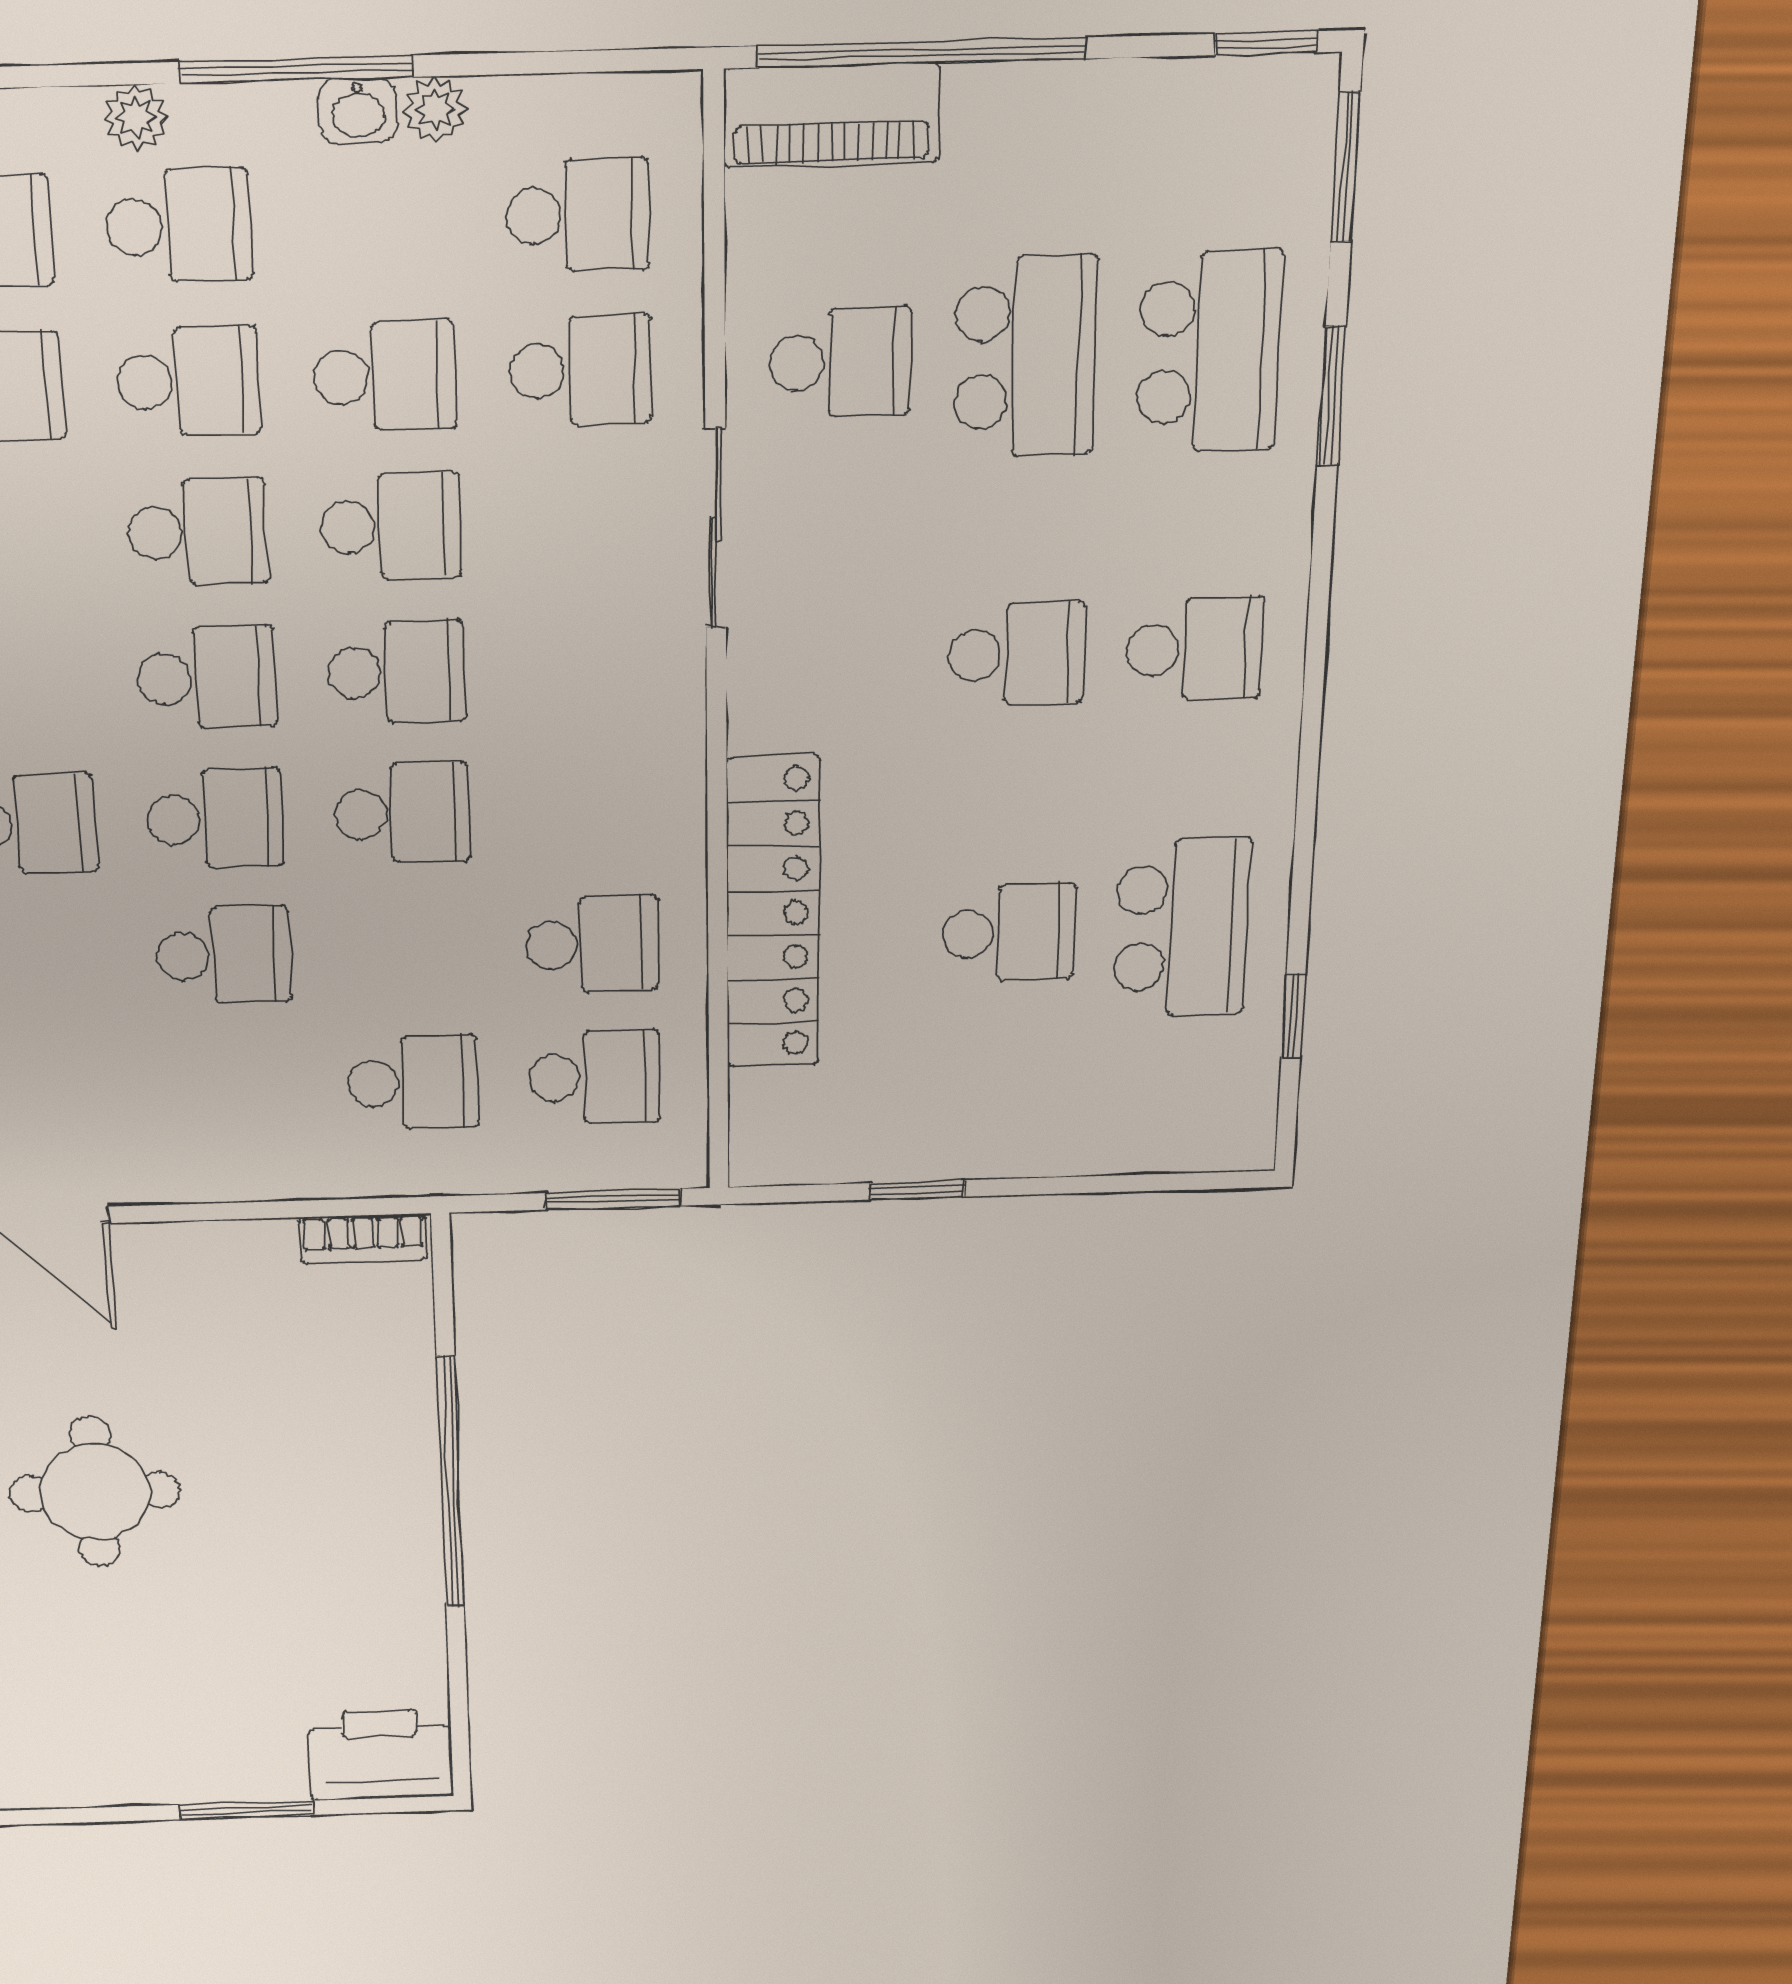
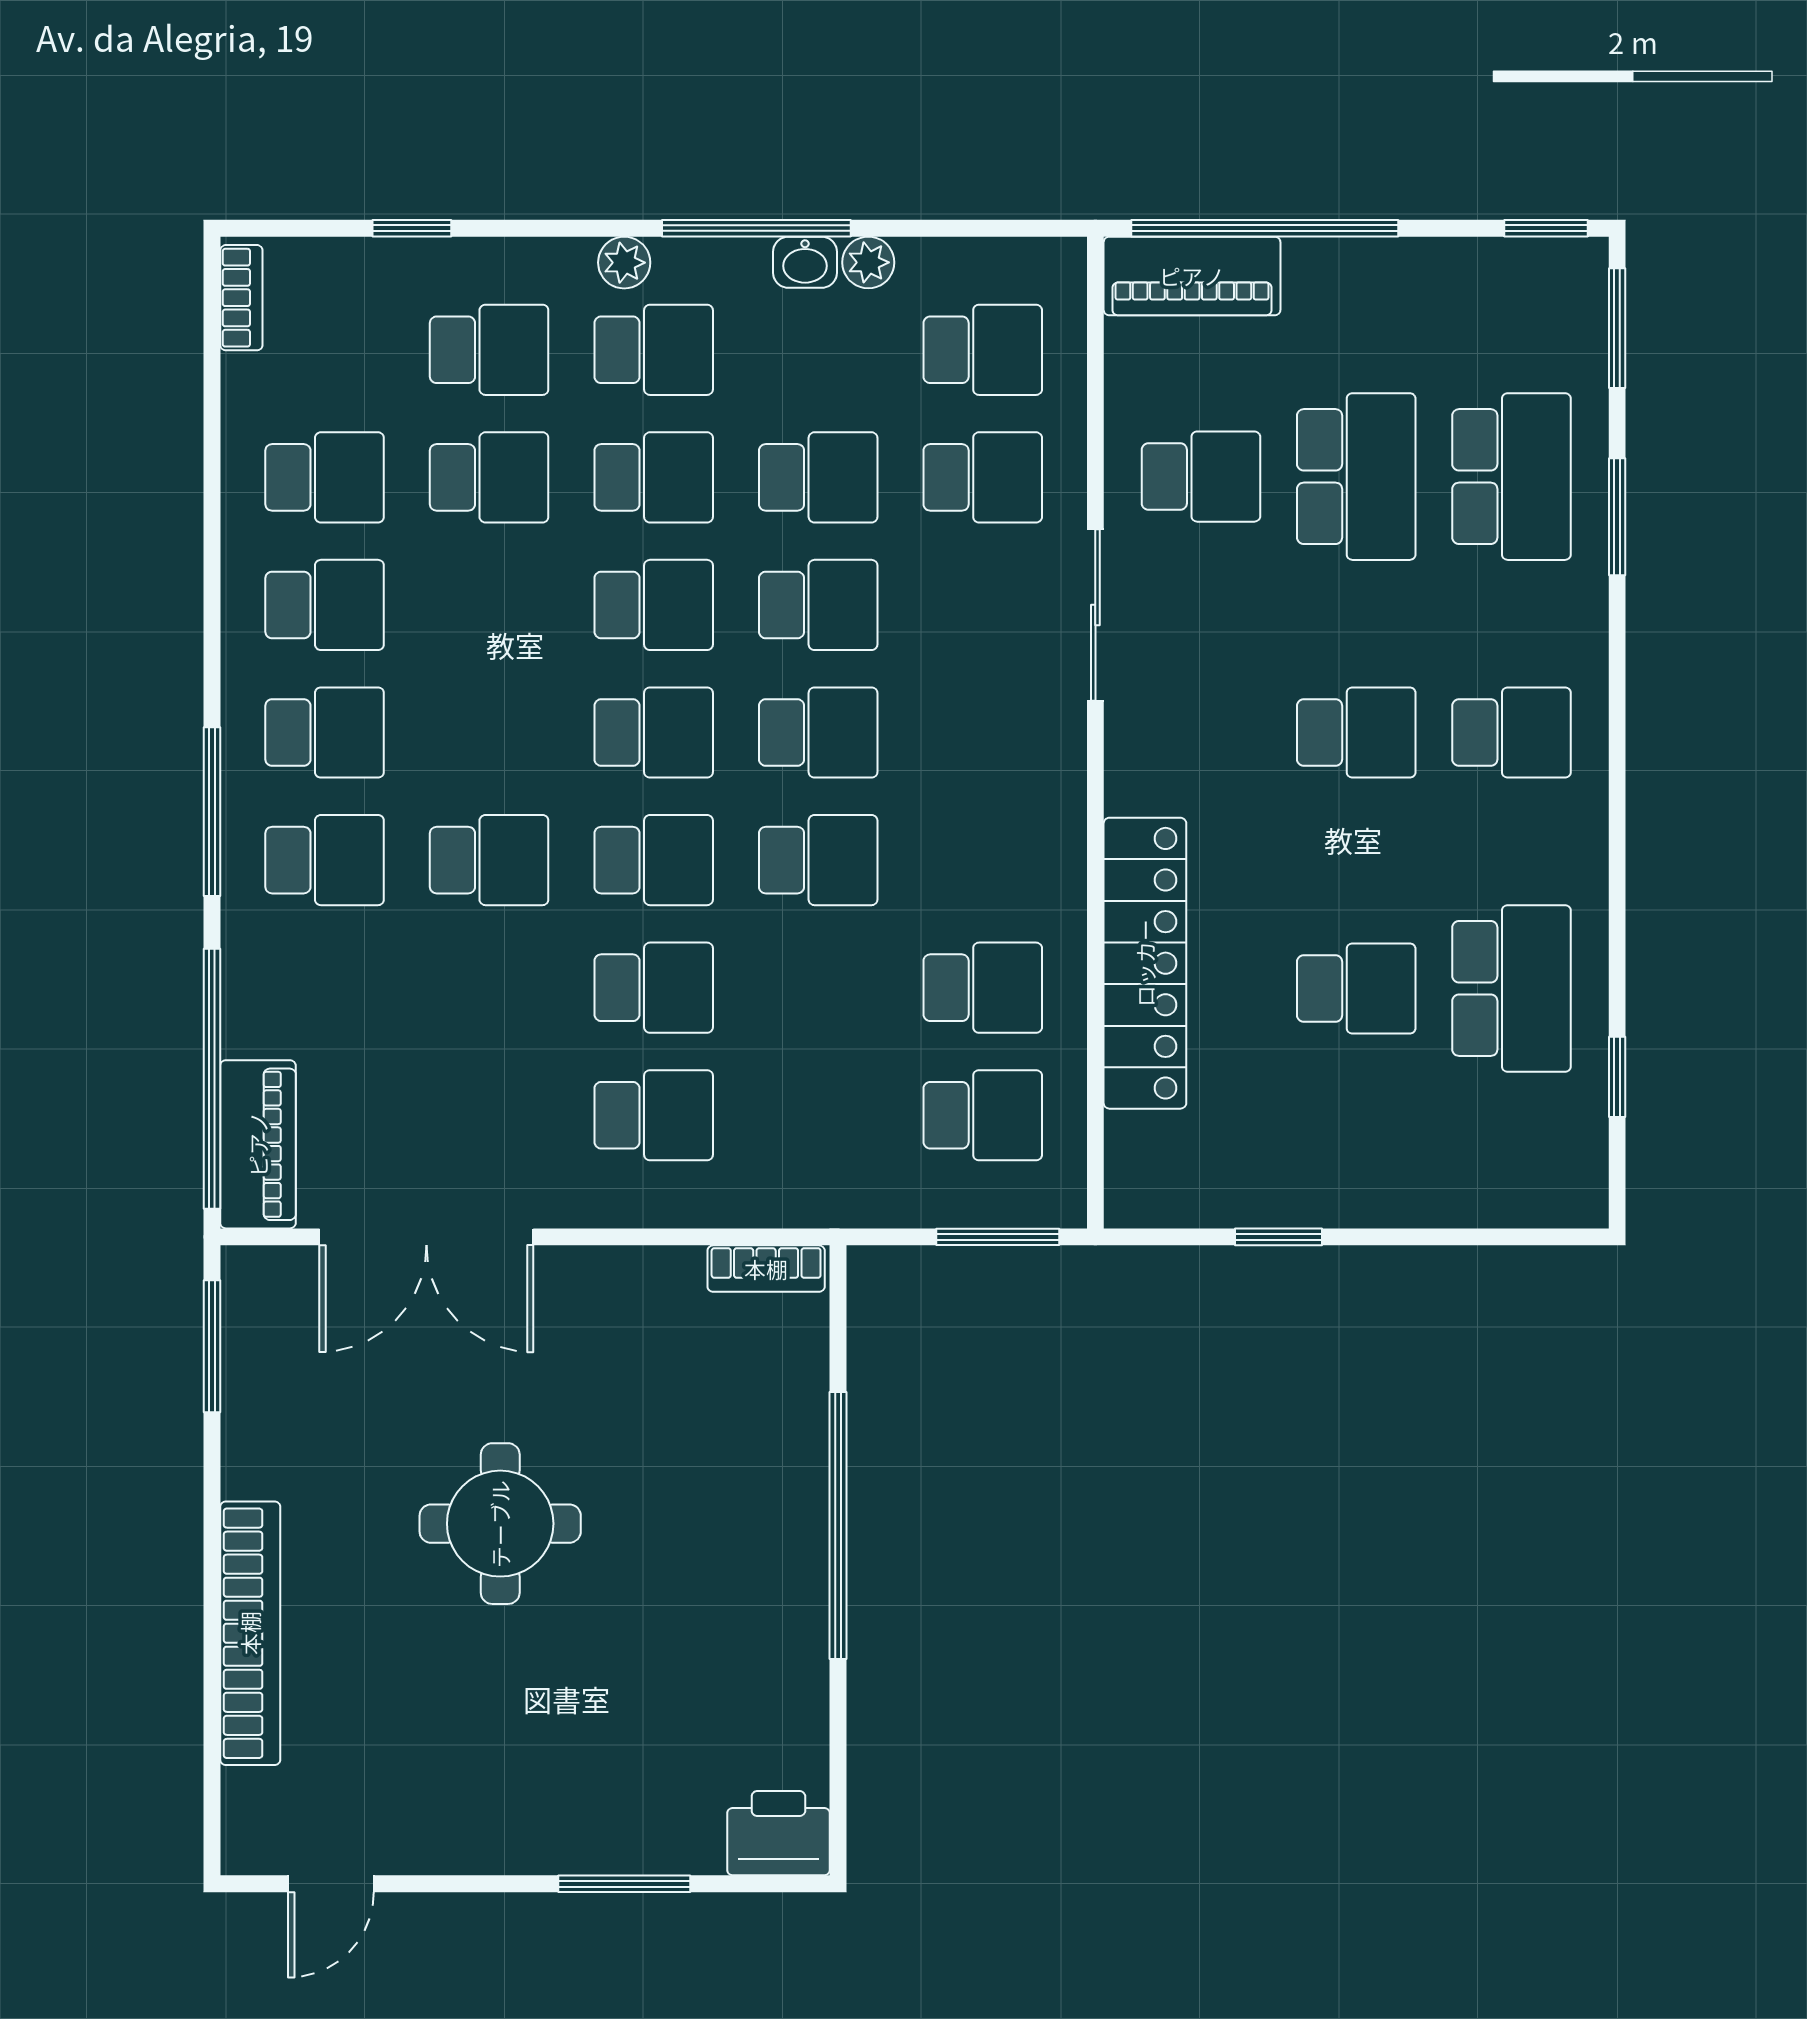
school desk: (413, 1083) -> (654, 1115), moved
printer: (381, 1755) -> (778, 1833), width x0.73, depth x0.84

